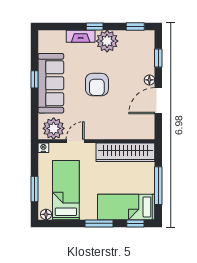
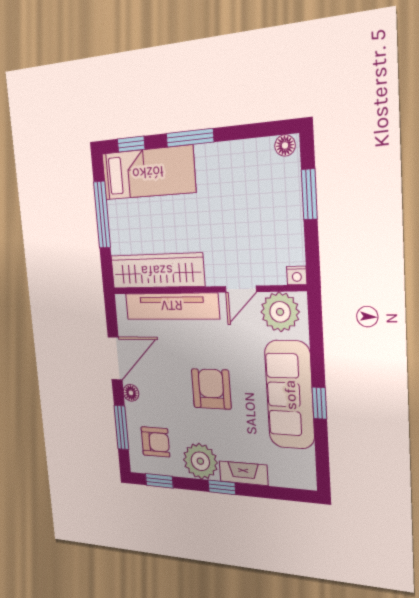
armchair: (136, 51) -> (155, 442), added
window: (158, 58) -> (121, 427), width x1.50
tv unit: (118, 132) -> (172, 306), added
bed: (66, 190) -> (251, 196), removed

